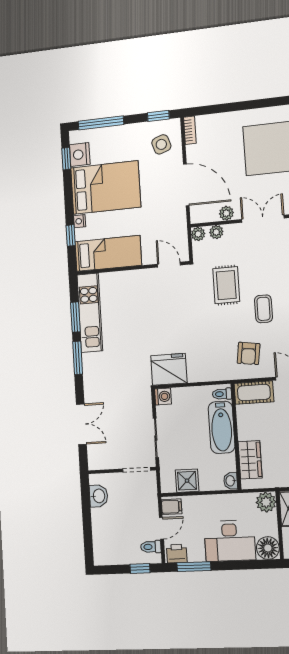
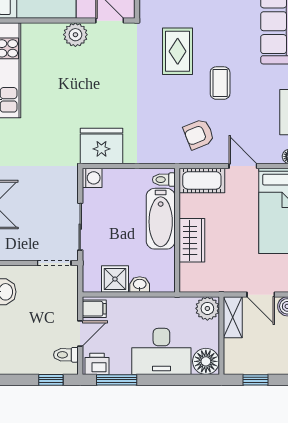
plant: (142, 279) -> (75, 35), added
armchair: (249, 353) -> (199, 134), turned 60
wardrobe: (250, 460) -> (192, 240), moved
washbasin: (231, 481) -> (140, 285), moved, turned 90

